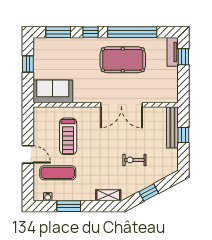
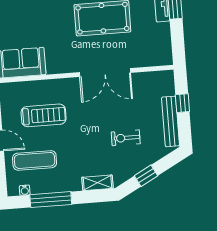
bench: (172, 127) -> (171, 121), moved
treadmill: (68, 136) -> (44, 115), turned -90
window: (69, 206) -> (51, 200), width x1.44

